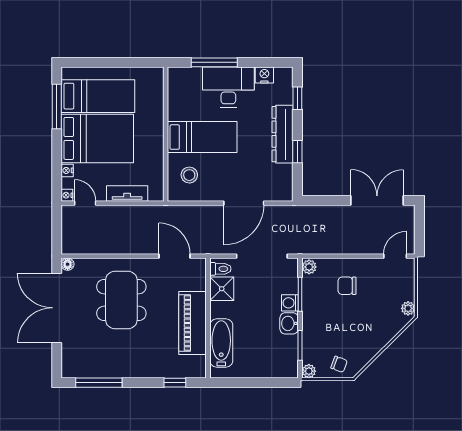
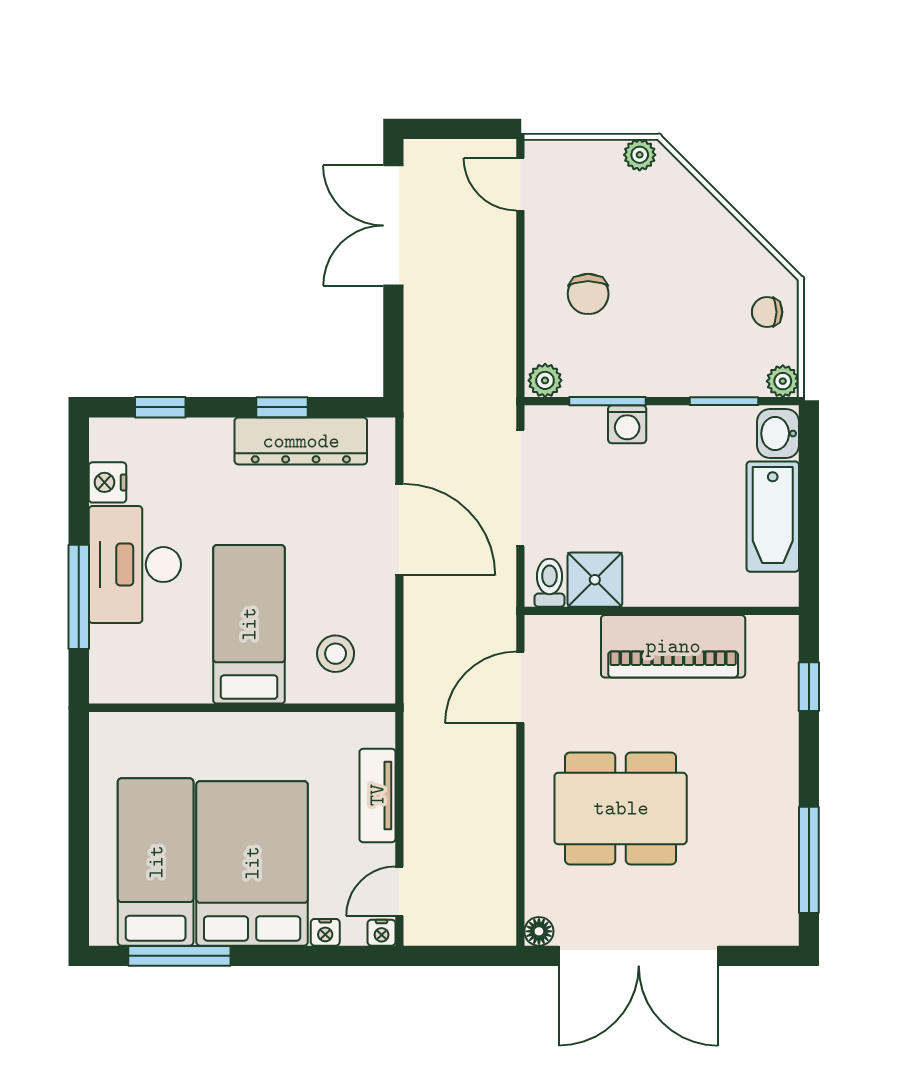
dresser: (283, 134) -> (301, 441), moved
washbasin: (289, 323) -> (778, 433), moved, turned 90
bathtub: (221, 343) -> (773, 517), moved, turned -90
chair: (339, 364) -> (767, 312), turned -111

